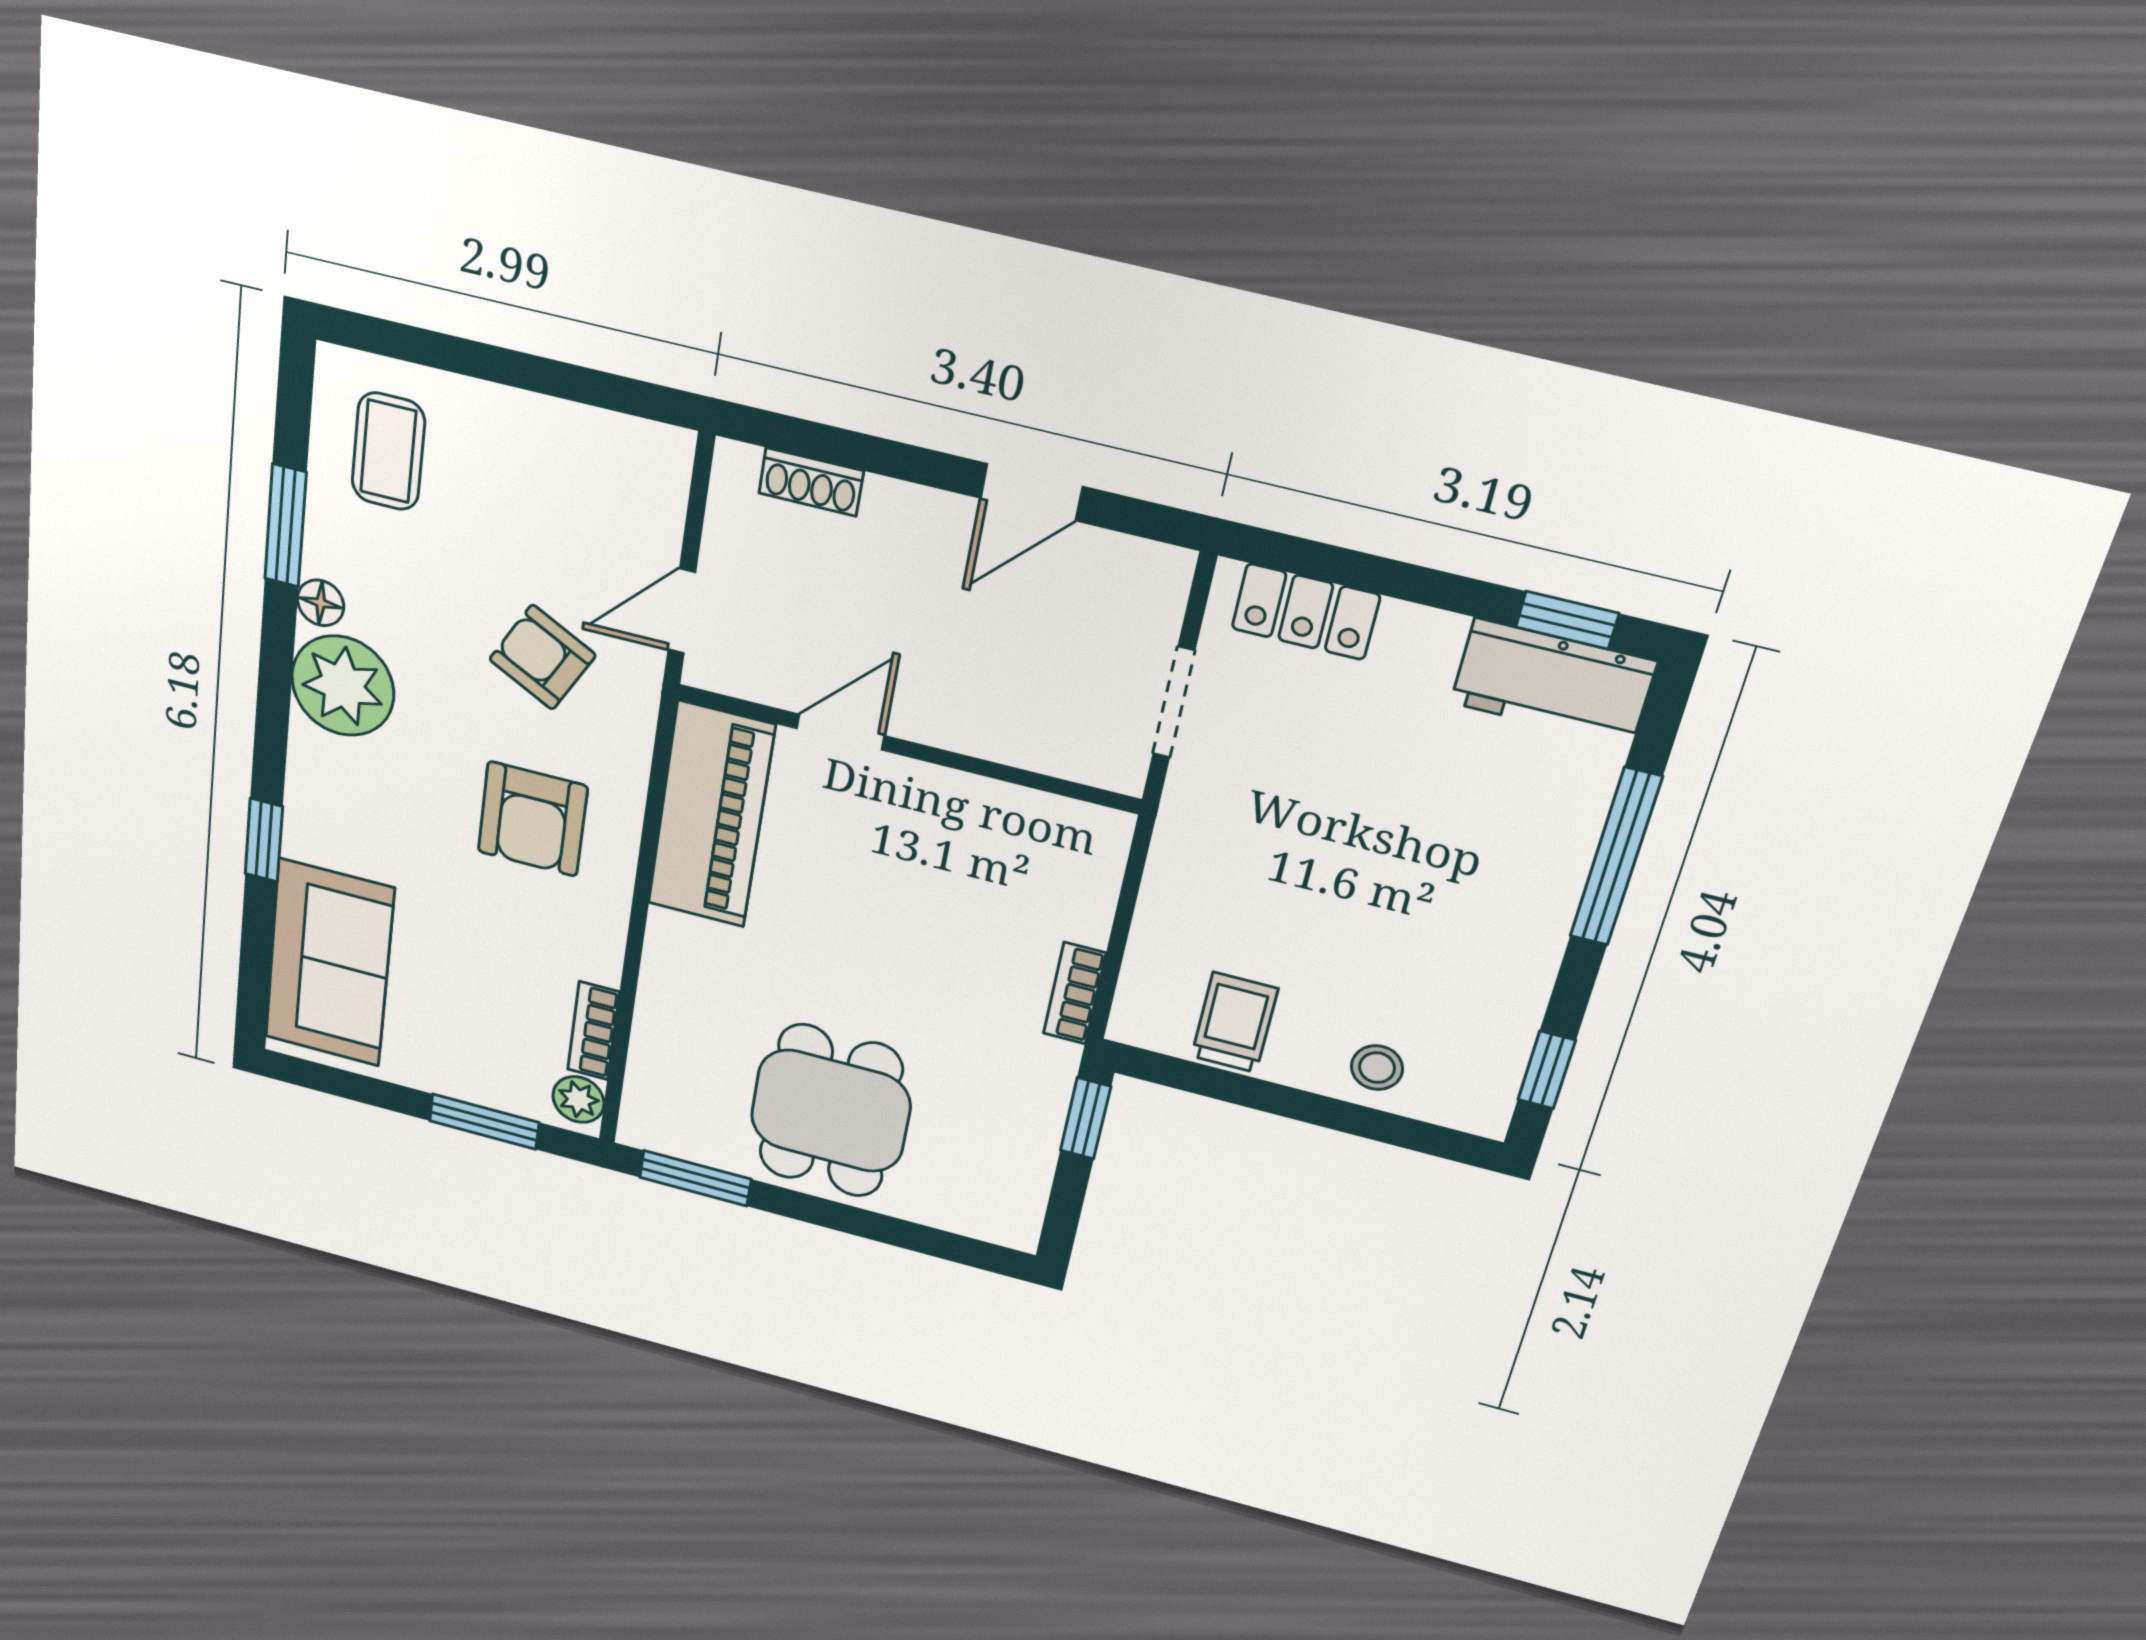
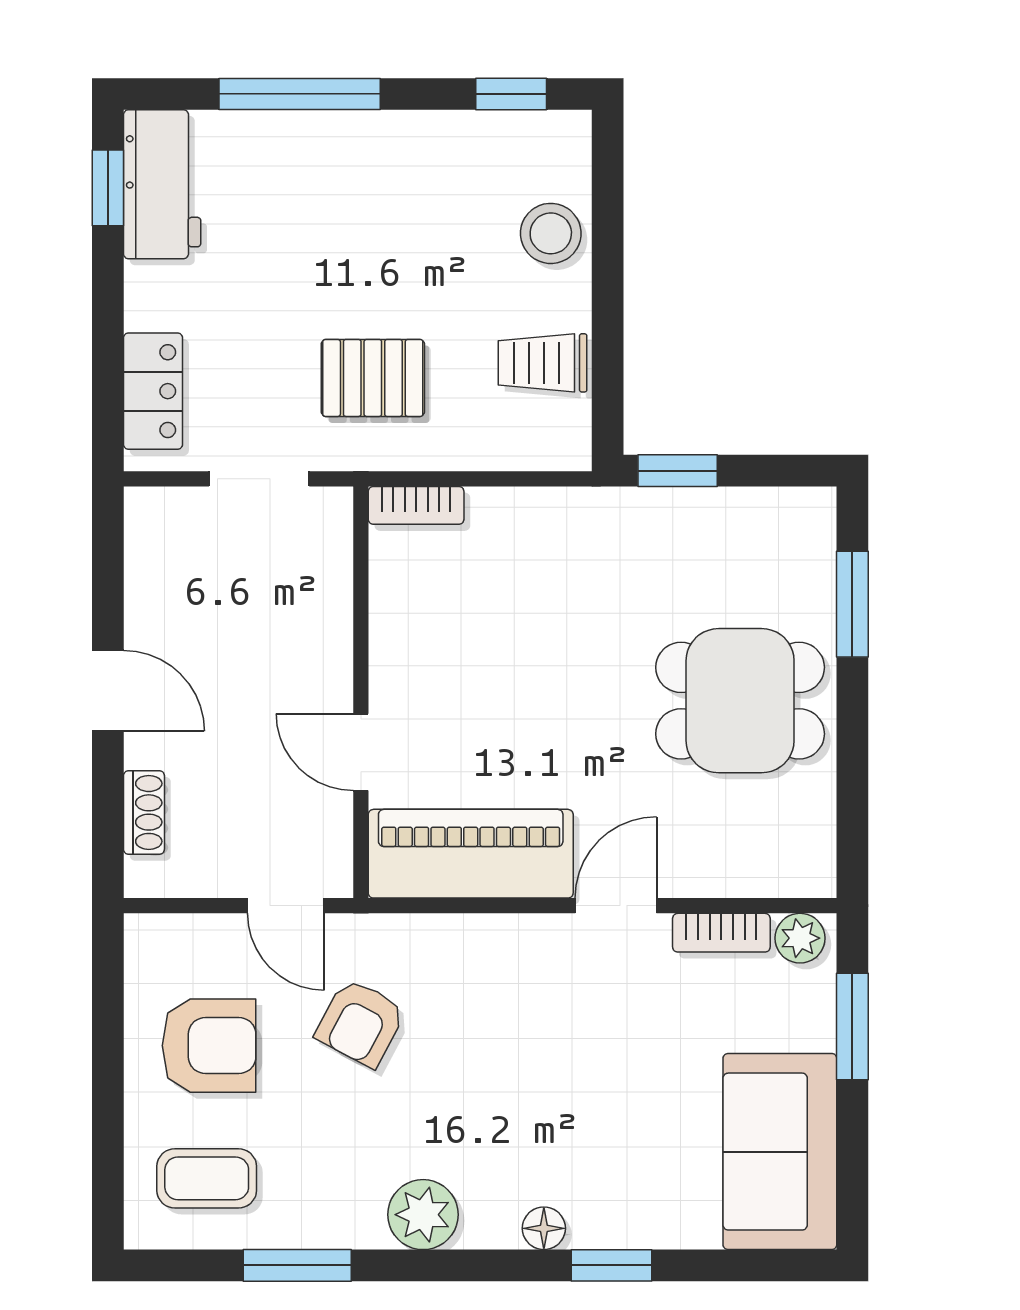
door: (1031, 492) -> (108, 691), moved
floor lamp: (321, 603) -> (544, 1228), moved
plant: (343, 686) -> (423, 1215), width x0.73, depth x0.73
armchair: (533, 819) -> (209, 1046), moved
pallet: (1261, 850) -> (373, 378), added
door: (635, 941) -> (616, 906), added
sofa: (329, 963) -> (780, 1152), moved, turned -90
bookcase: (1075, 993) -> (416, 505), moved
stool: (1377, 1068) -> (551, 233), width x1.37, depth x1.37
window: (695, 1178) -> (852, 604), moved

